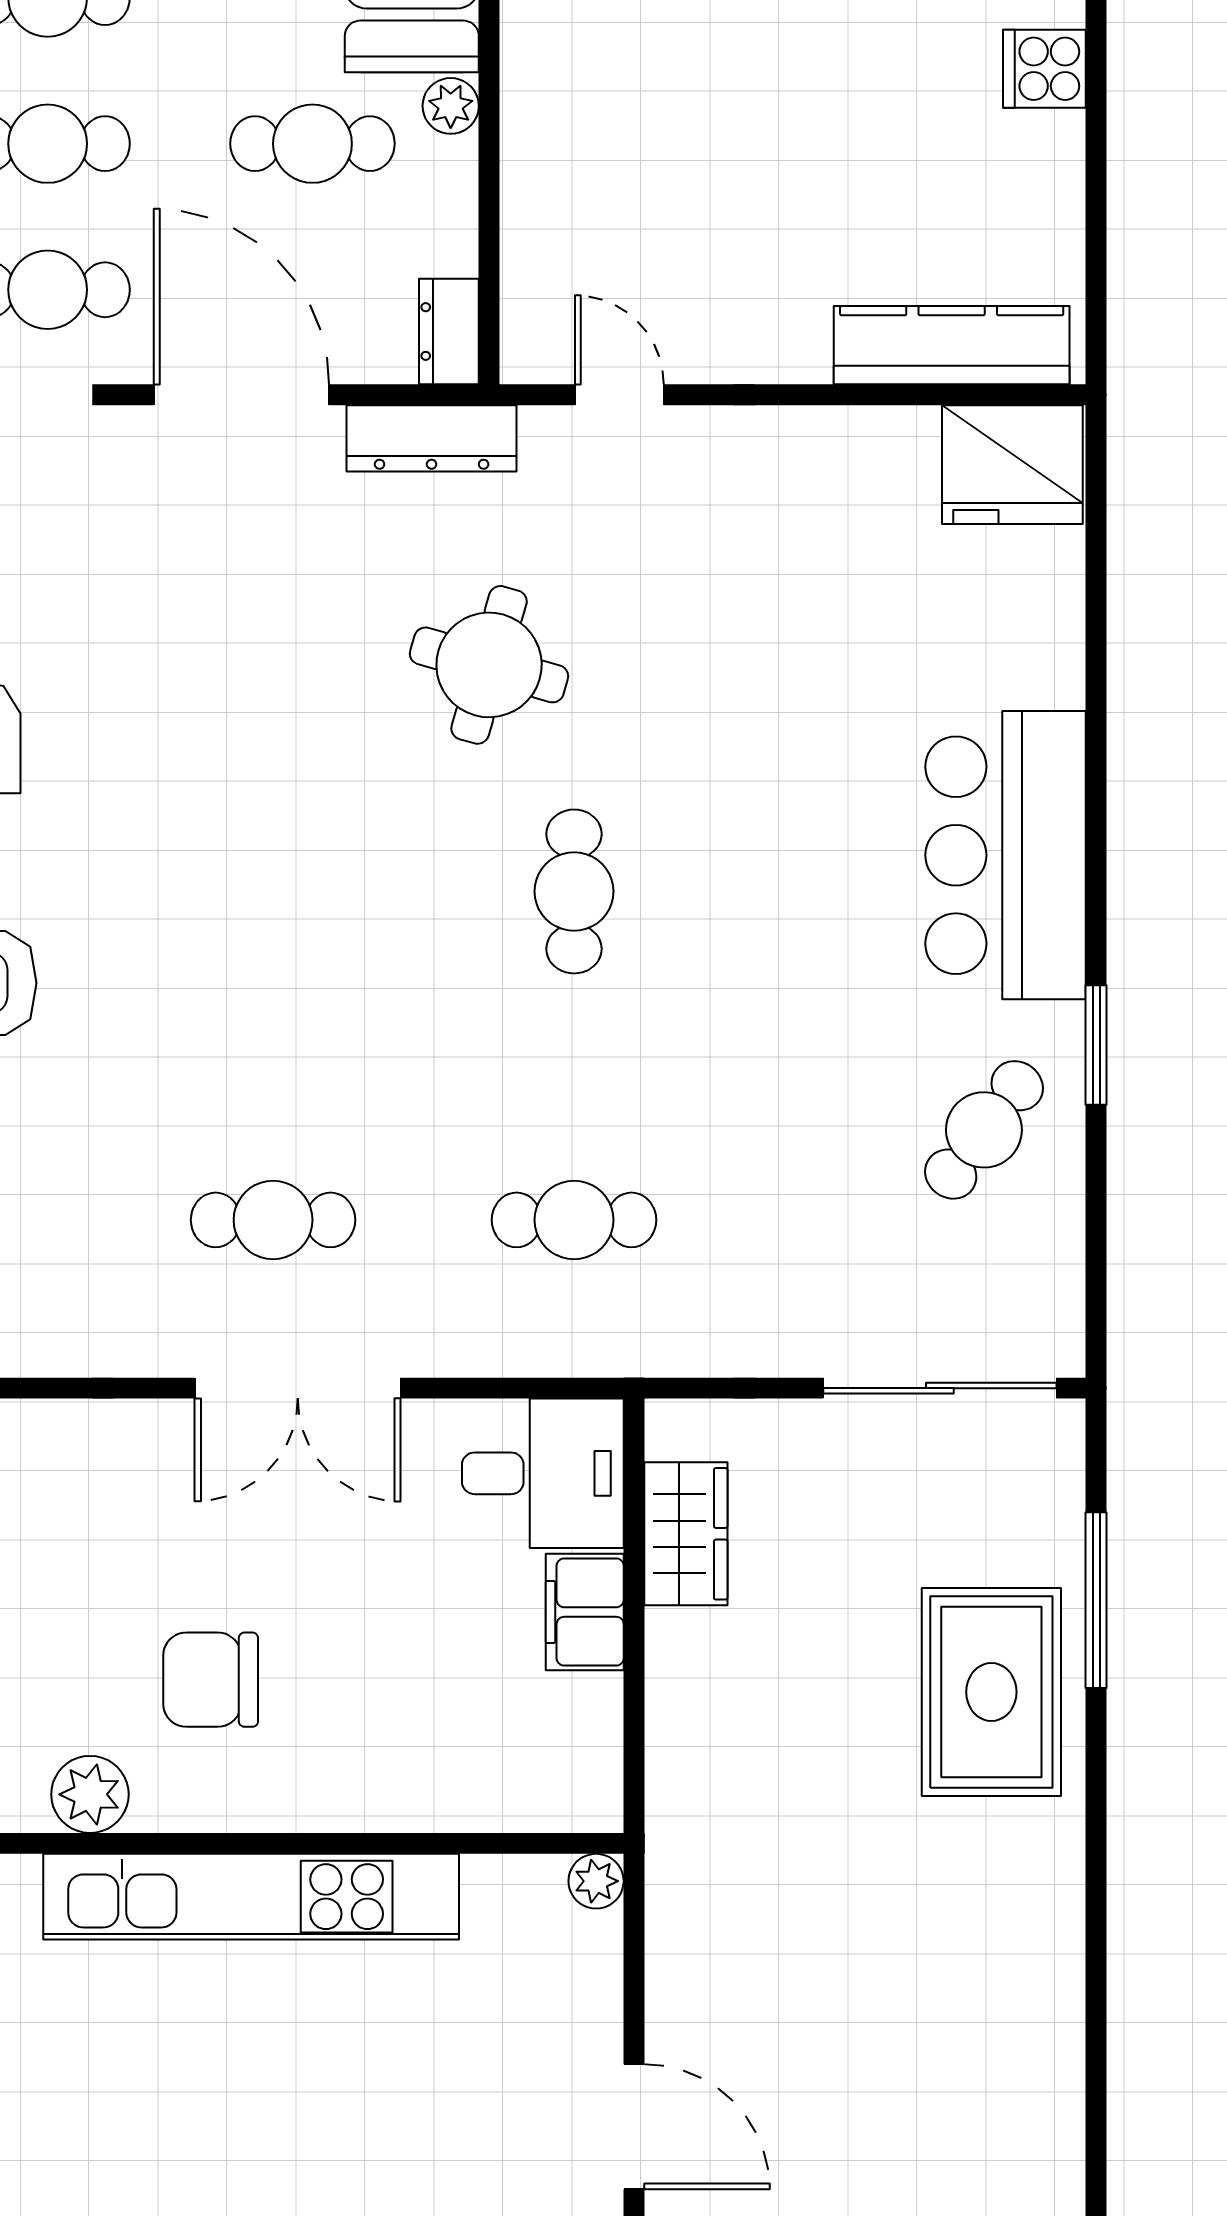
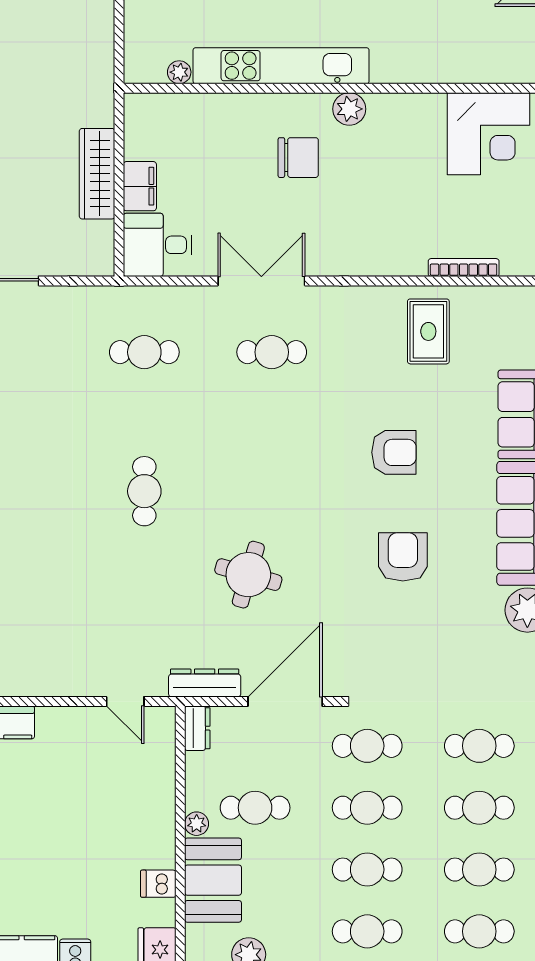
door: (241, 395) -> (285, 701), swing flipped
round table: (489, 665) -> (248, 575), moved
wardrobe: (686, 1534) -> (97, 174), moved, width x1.50
plant: (596, 1881) -> (179, 72), moved

